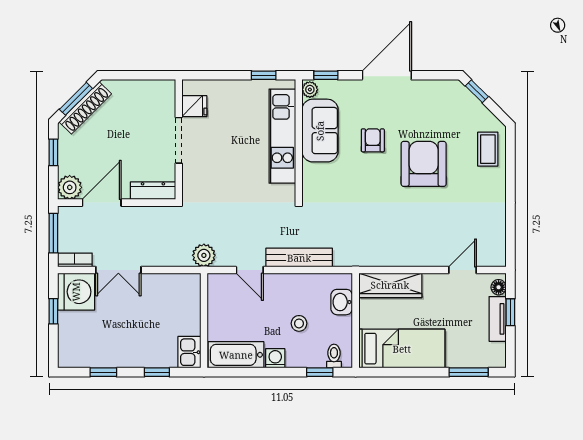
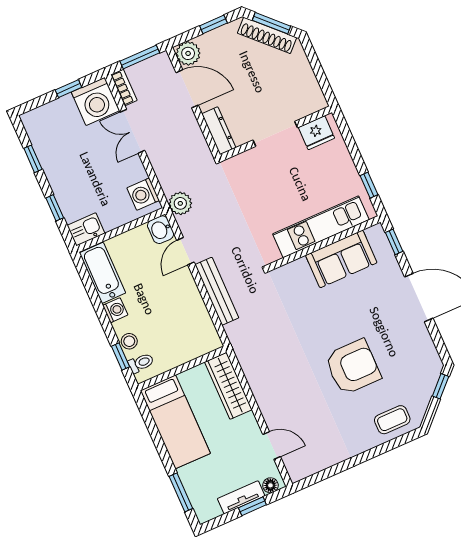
plant: (310, 90) -> (375, 233), removed
fridge: (194, 106) -> (316, 133), width x1.38
armchair: (373, 140) -> (354, 311), removed
washing machine: (180, 286) -> (143, 194), added
washbasin: (342, 302) -> (161, 230), moved, turned -90
stool: (299, 323) -> (129, 341), moved

